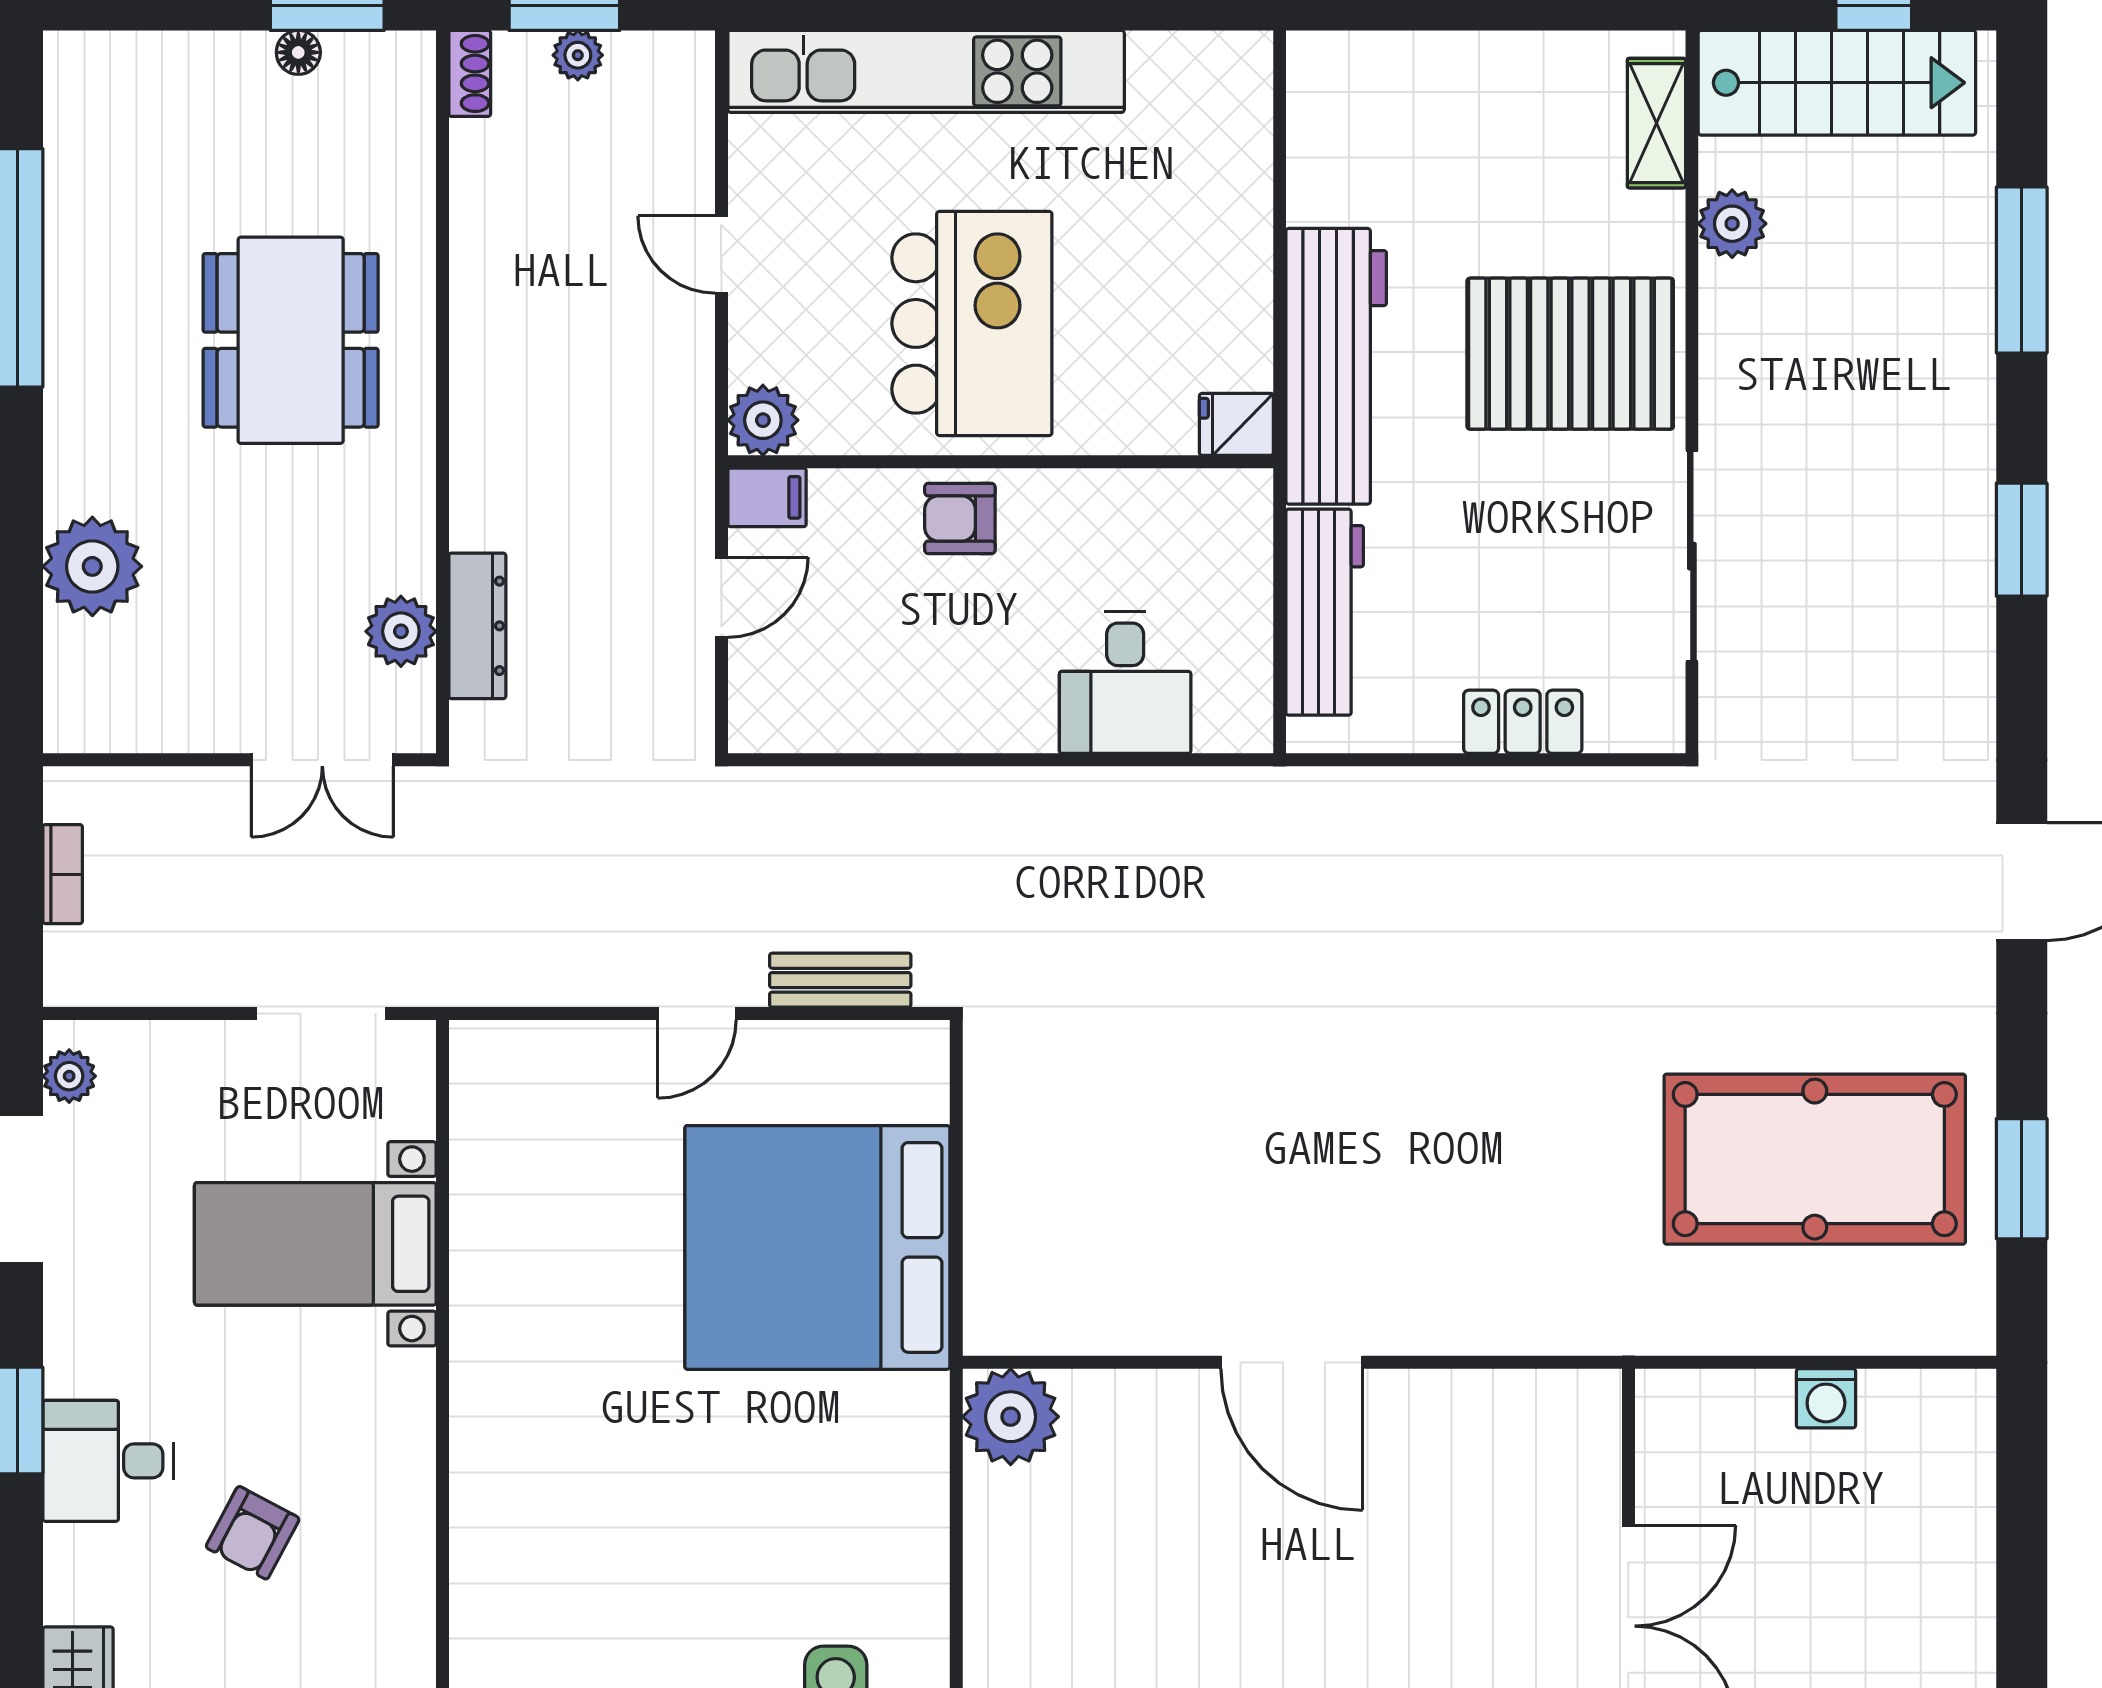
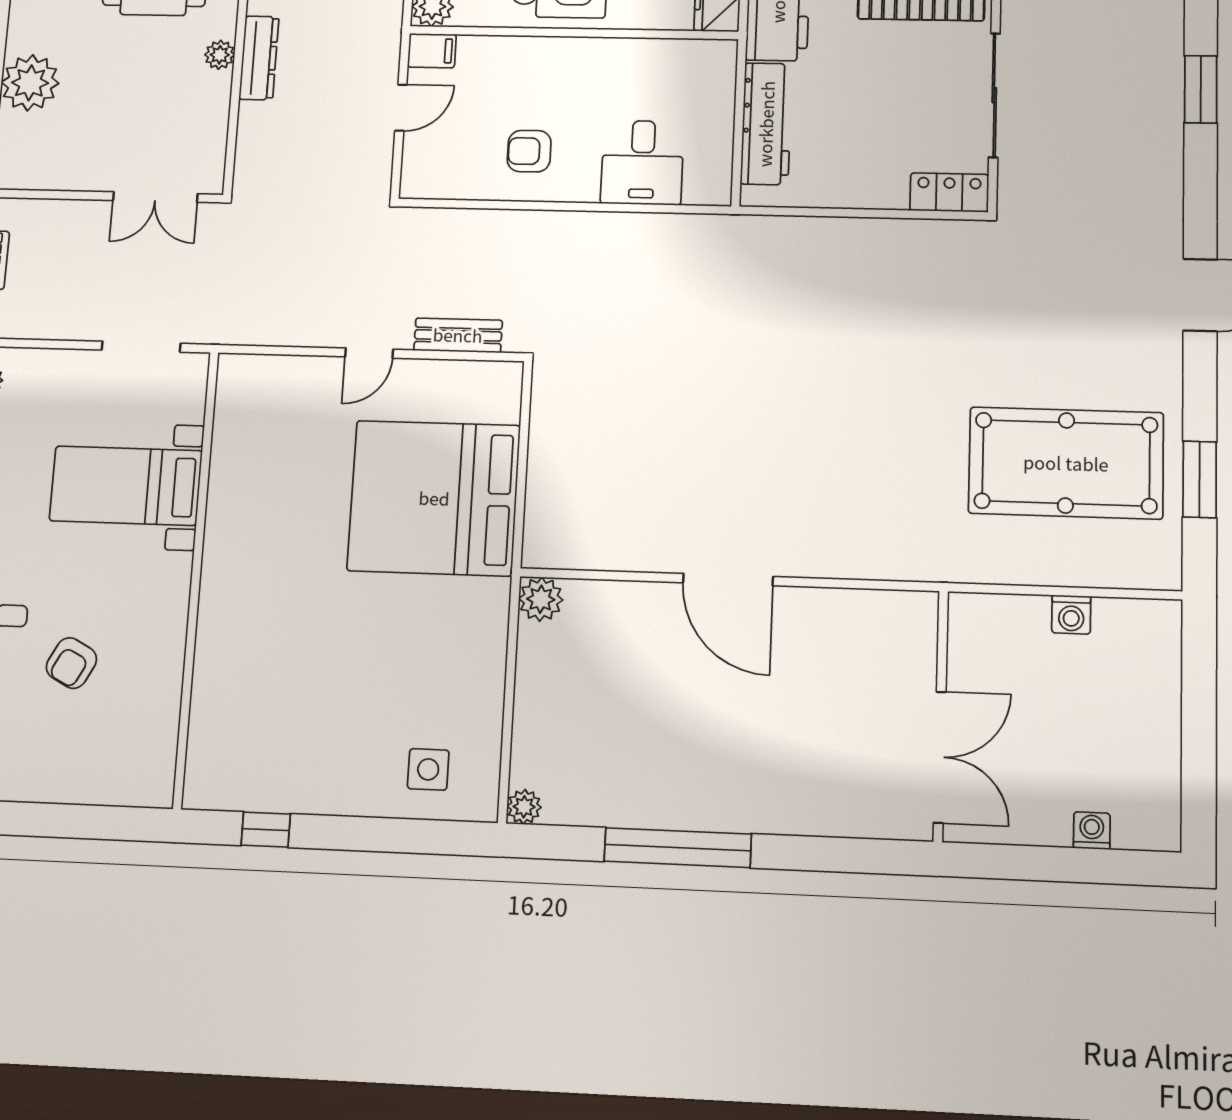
armchair: (960, 518) -> (529, 151), moved
dresser: (477, 626) -> (259, 58), moved
plant: (401, 631) -> (220, 55), moved, width x0.73, depth x0.73
locker: (1523, 722) -> (949, 192), moved
plant: (1011, 1417) -> (541, 599), width x0.73, depth x0.73

